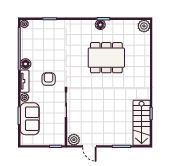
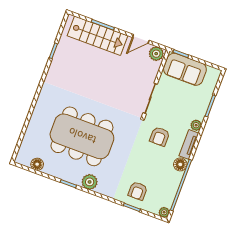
floor lamp: (100, 25) -> (37, 164), moved
plant: (144, 26) -> (90, 182), moved
armchair: (50, 33) -> (138, 191), added
dining table: (106, 58) -> (82, 136), width x1.36, depth x1.24
sofa: (30, 119) -> (185, 69), moved, turned -90
stairs: (142, 123) -> (97, 36), moved, turned 90
door: (89, 146) -> (141, 39), swing flipped

